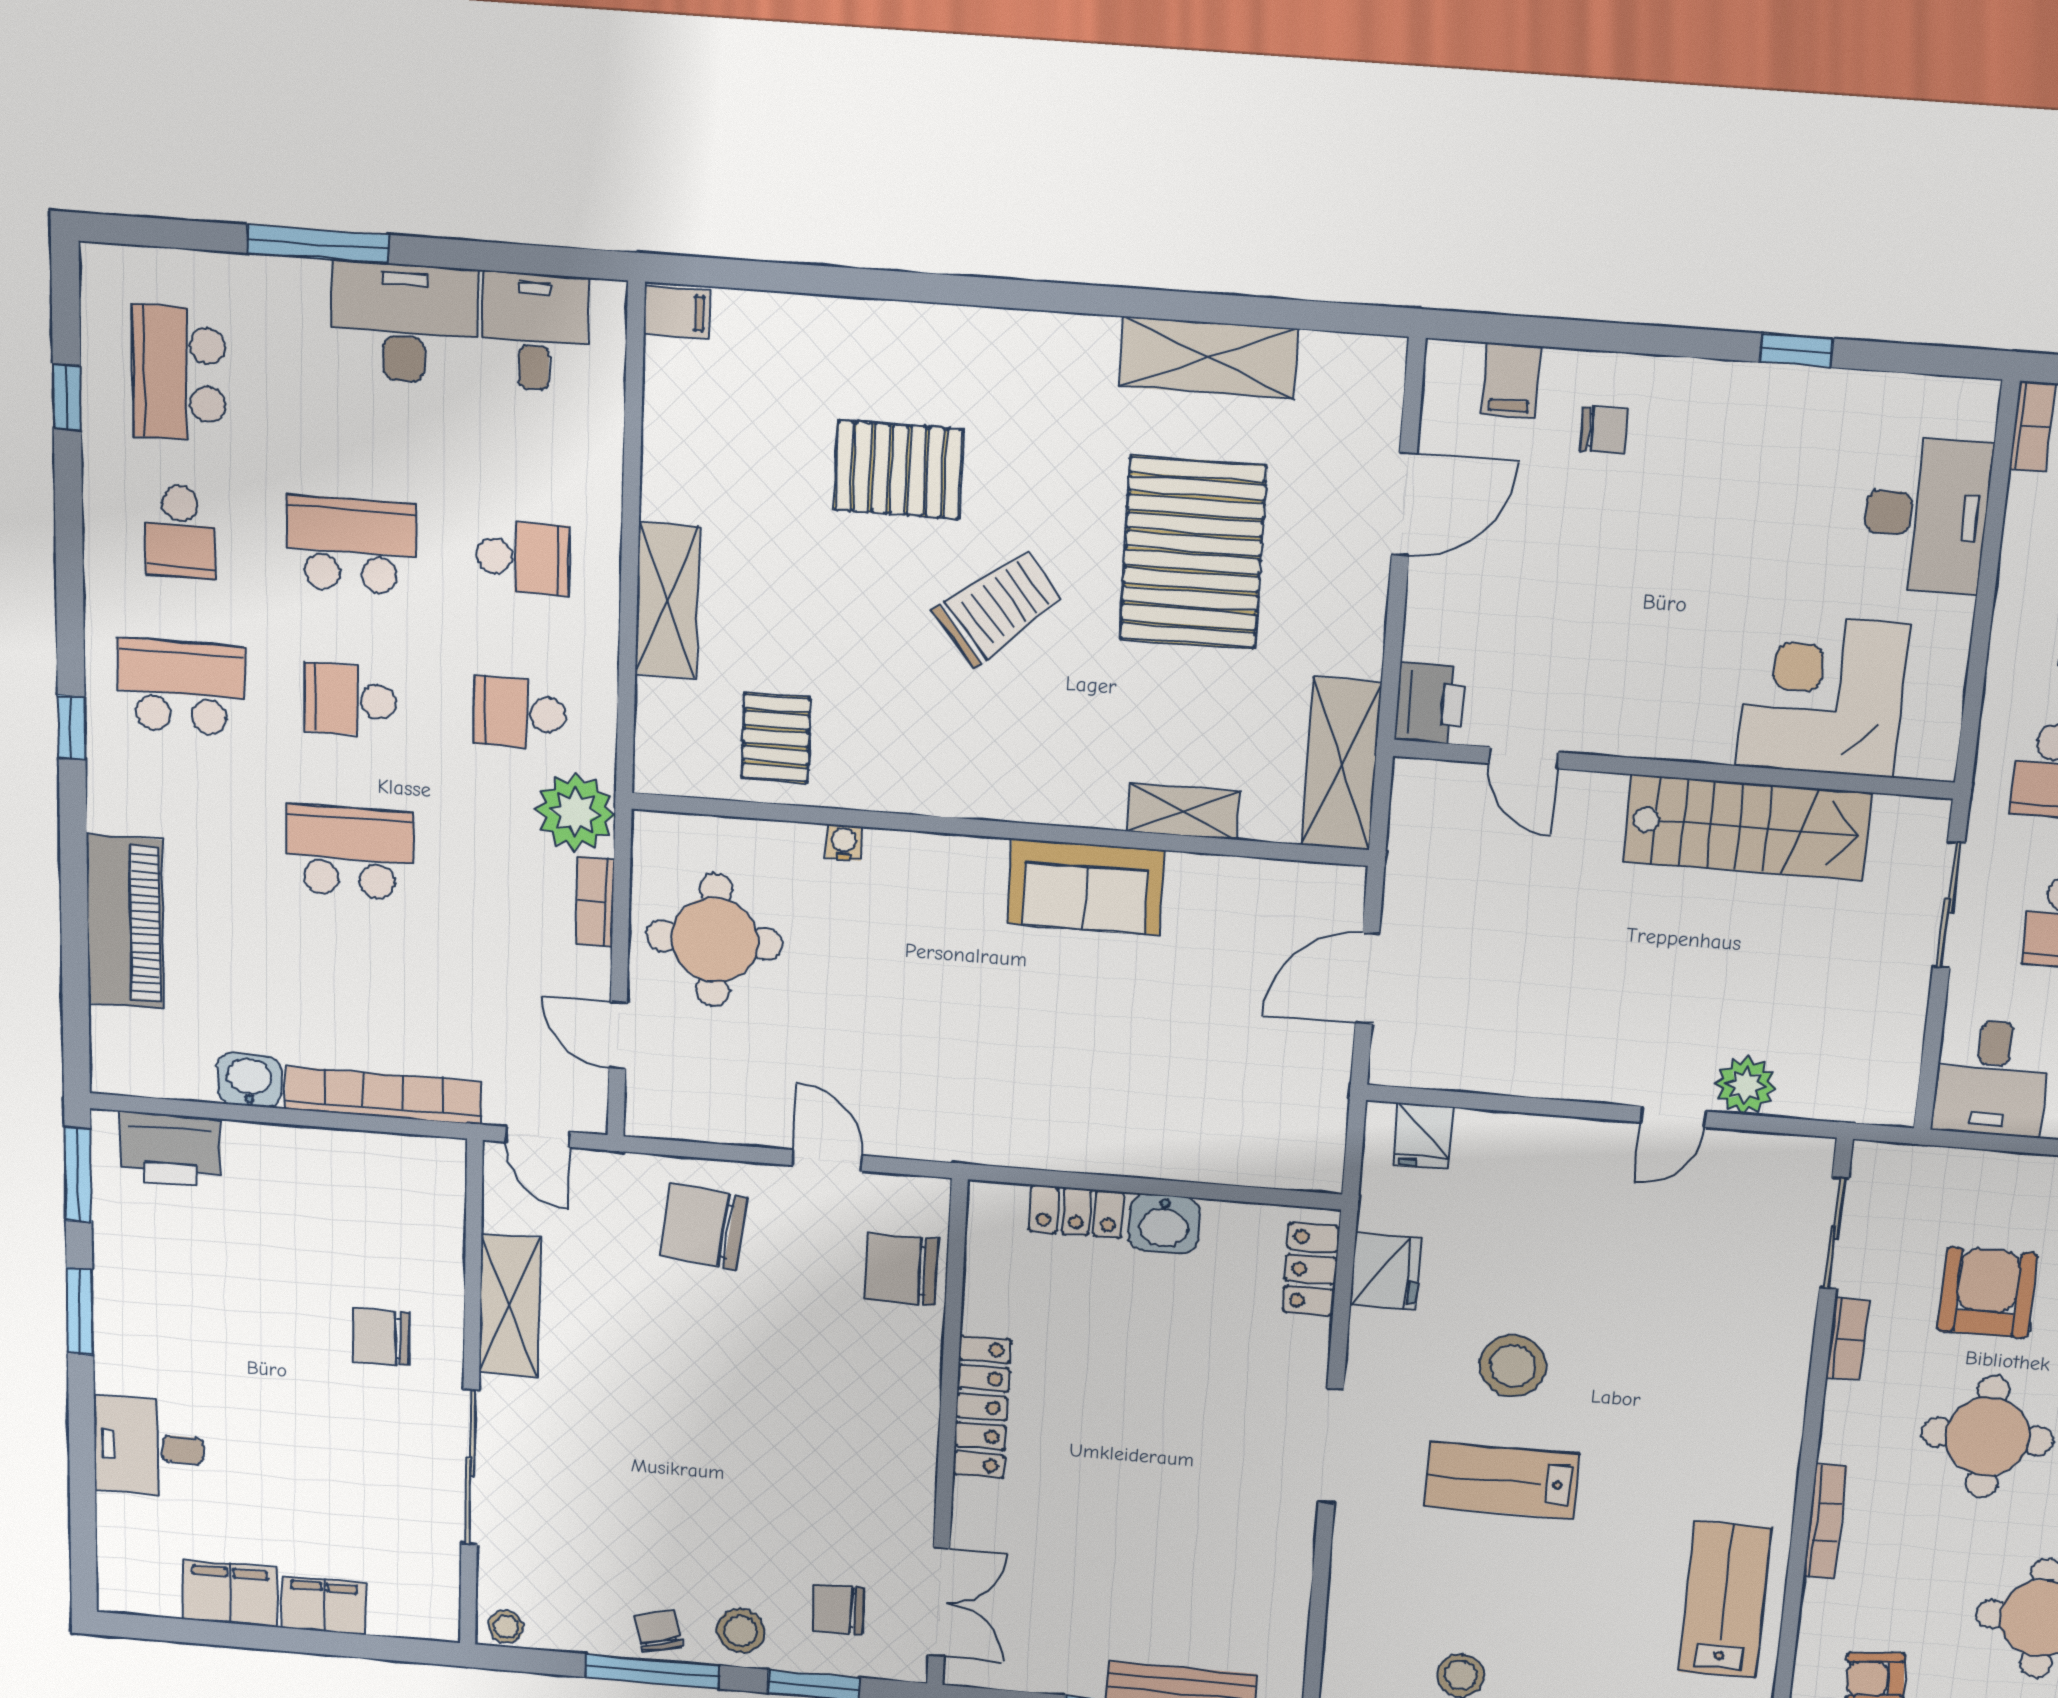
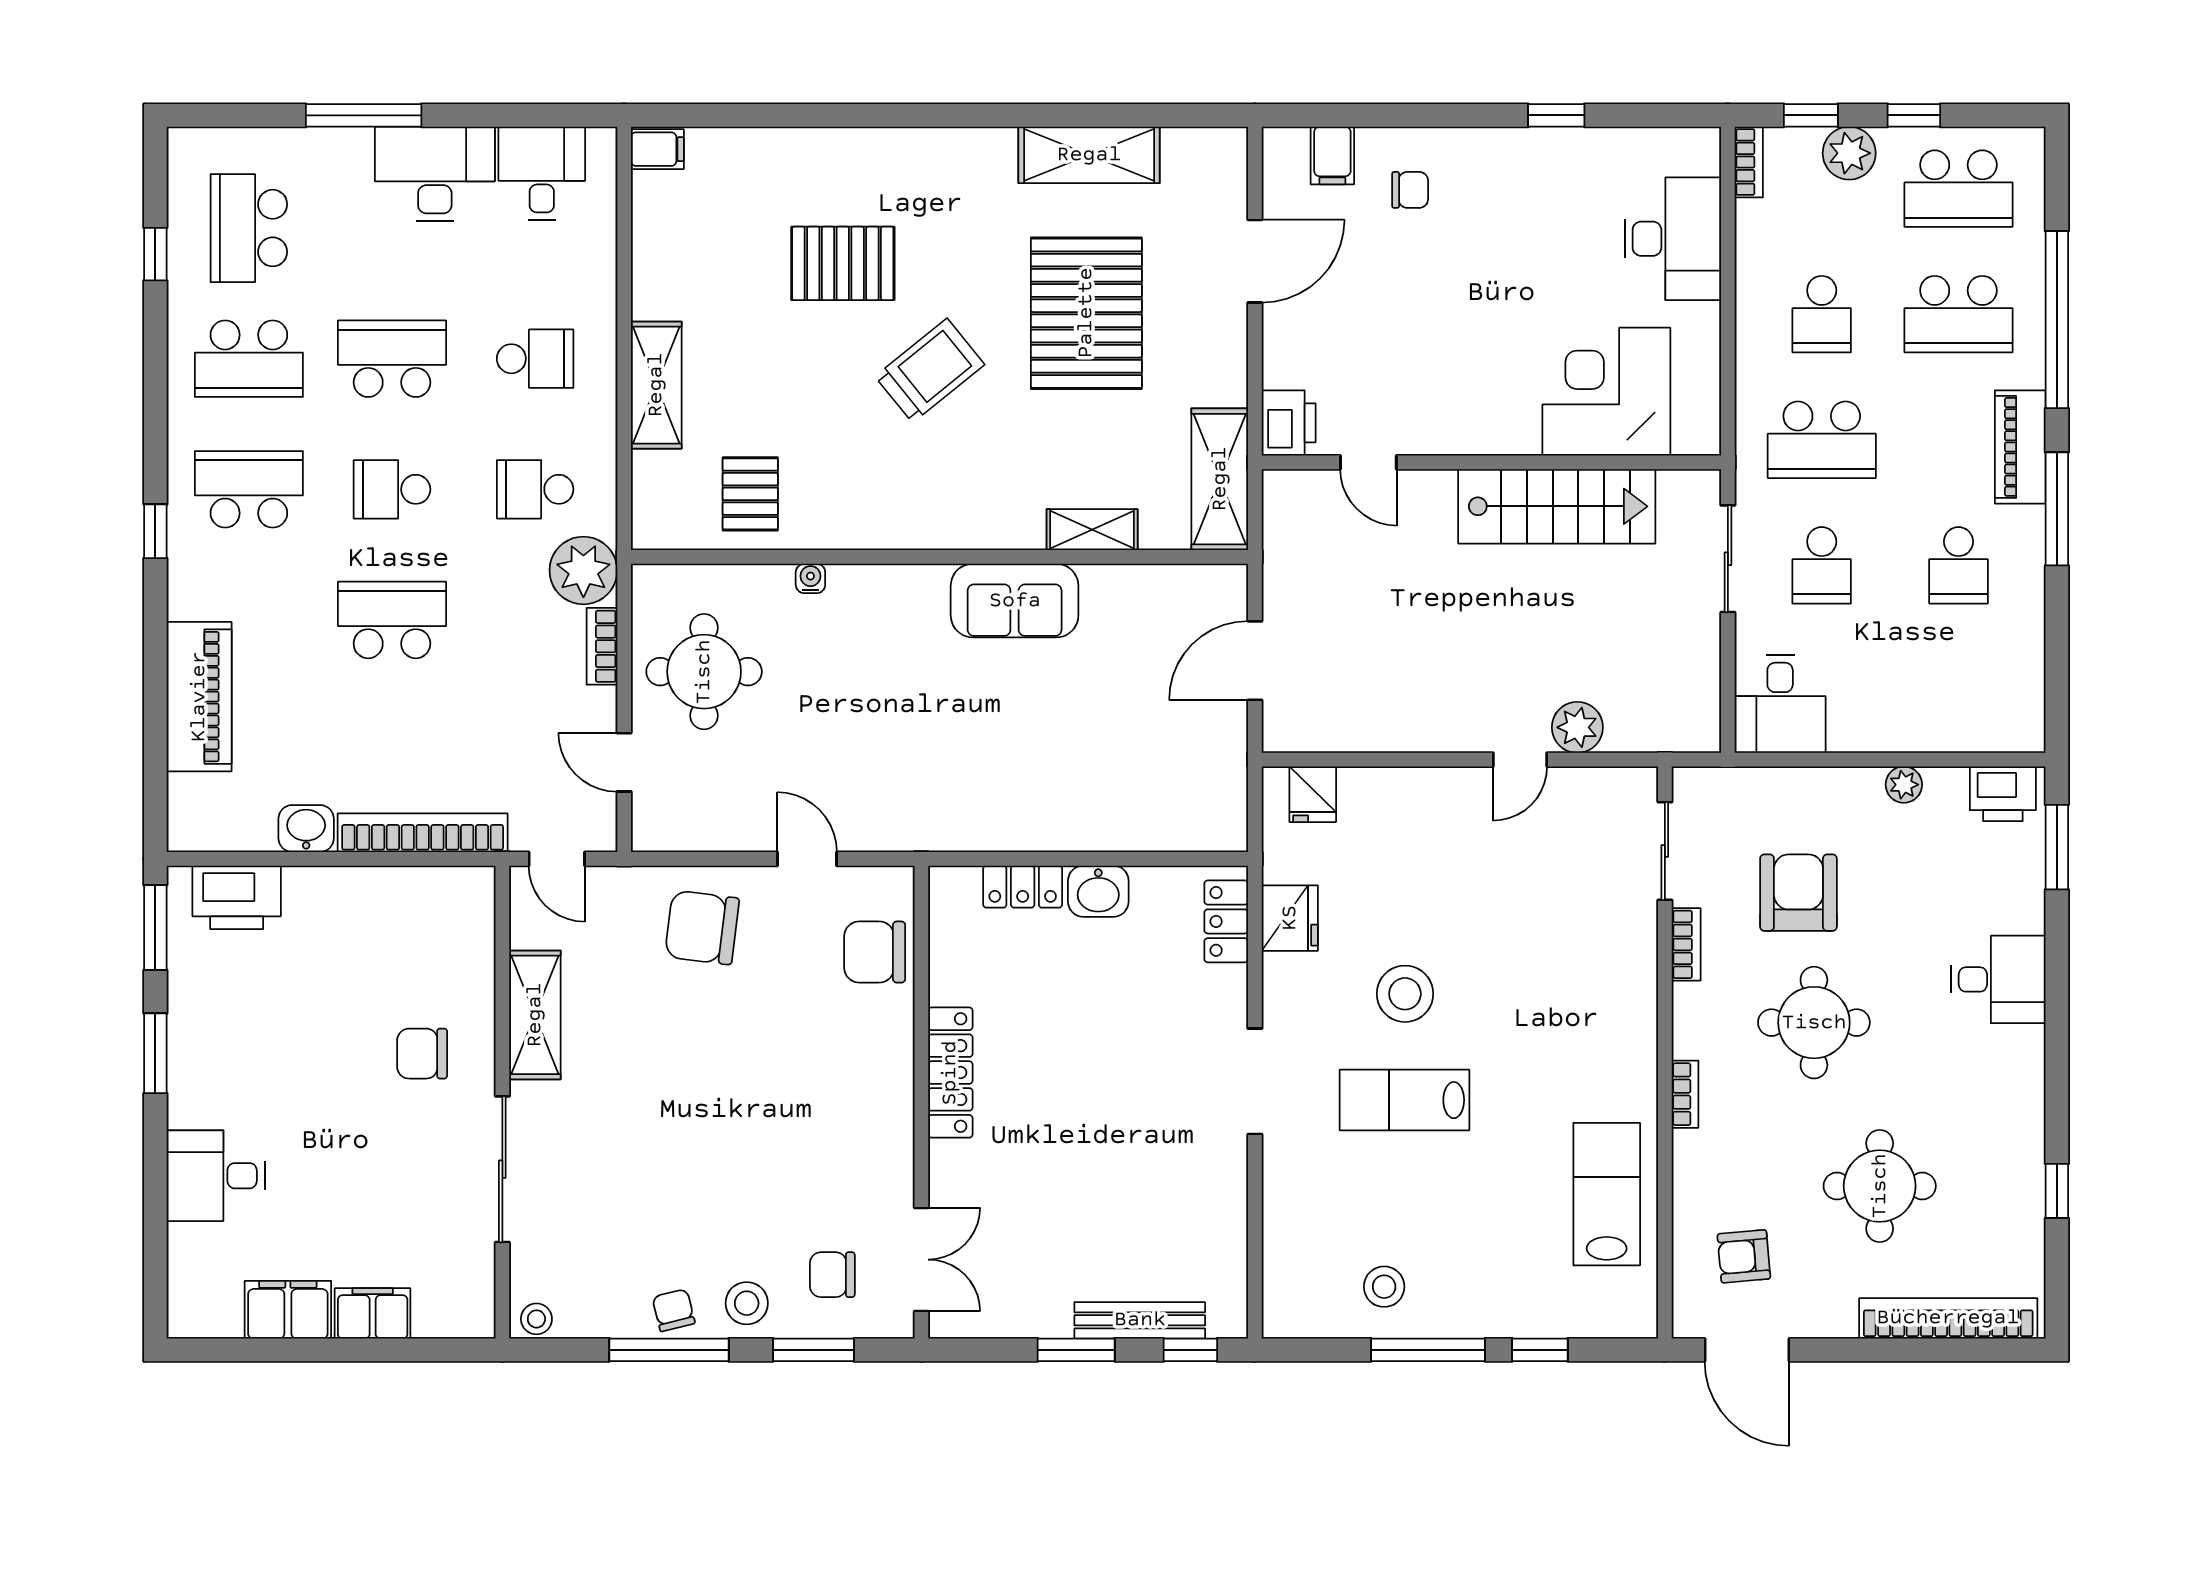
school desk: (180, 532) -> (249, 359), width x1.85
bookcase: (1825, 1522) -> (1685, 1094), width x0.64

